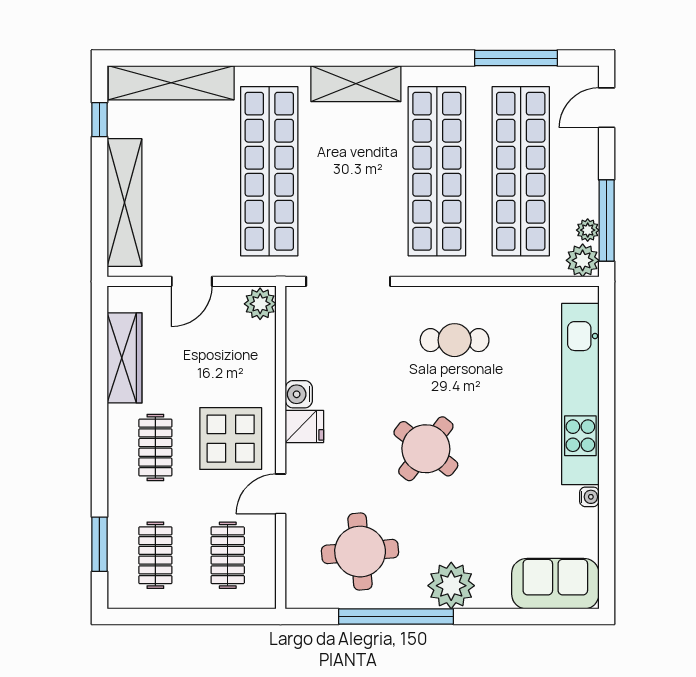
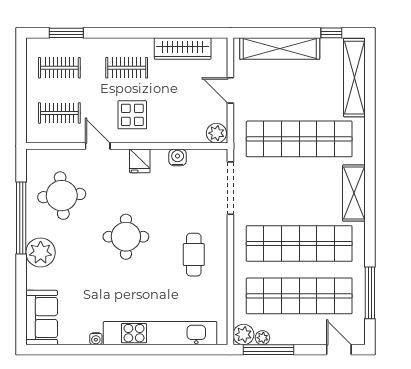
water cooler: (299, 394) -> (178, 157), moved
display table: (231, 439) -> (132, 115), width x0.73, depth x0.73
round table: (426, 449) -> (126, 237), turned -38

